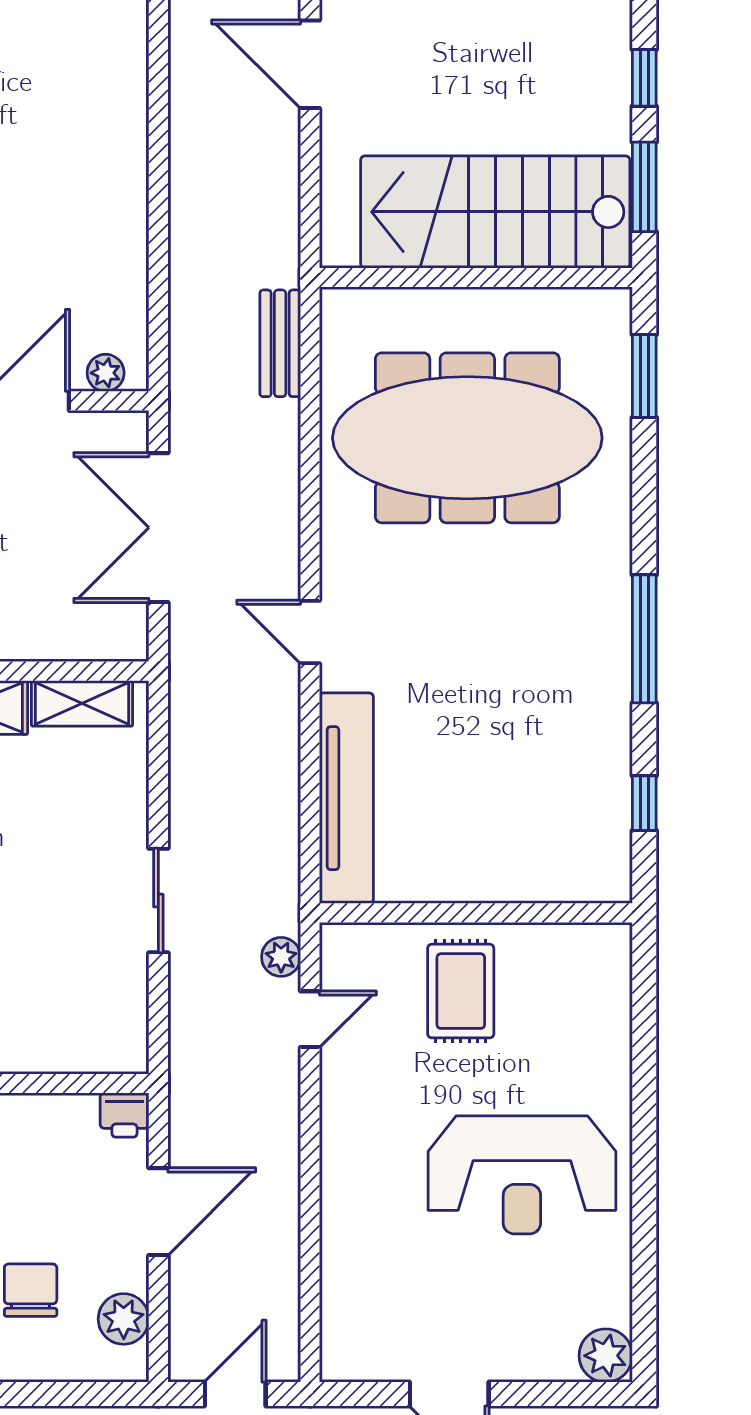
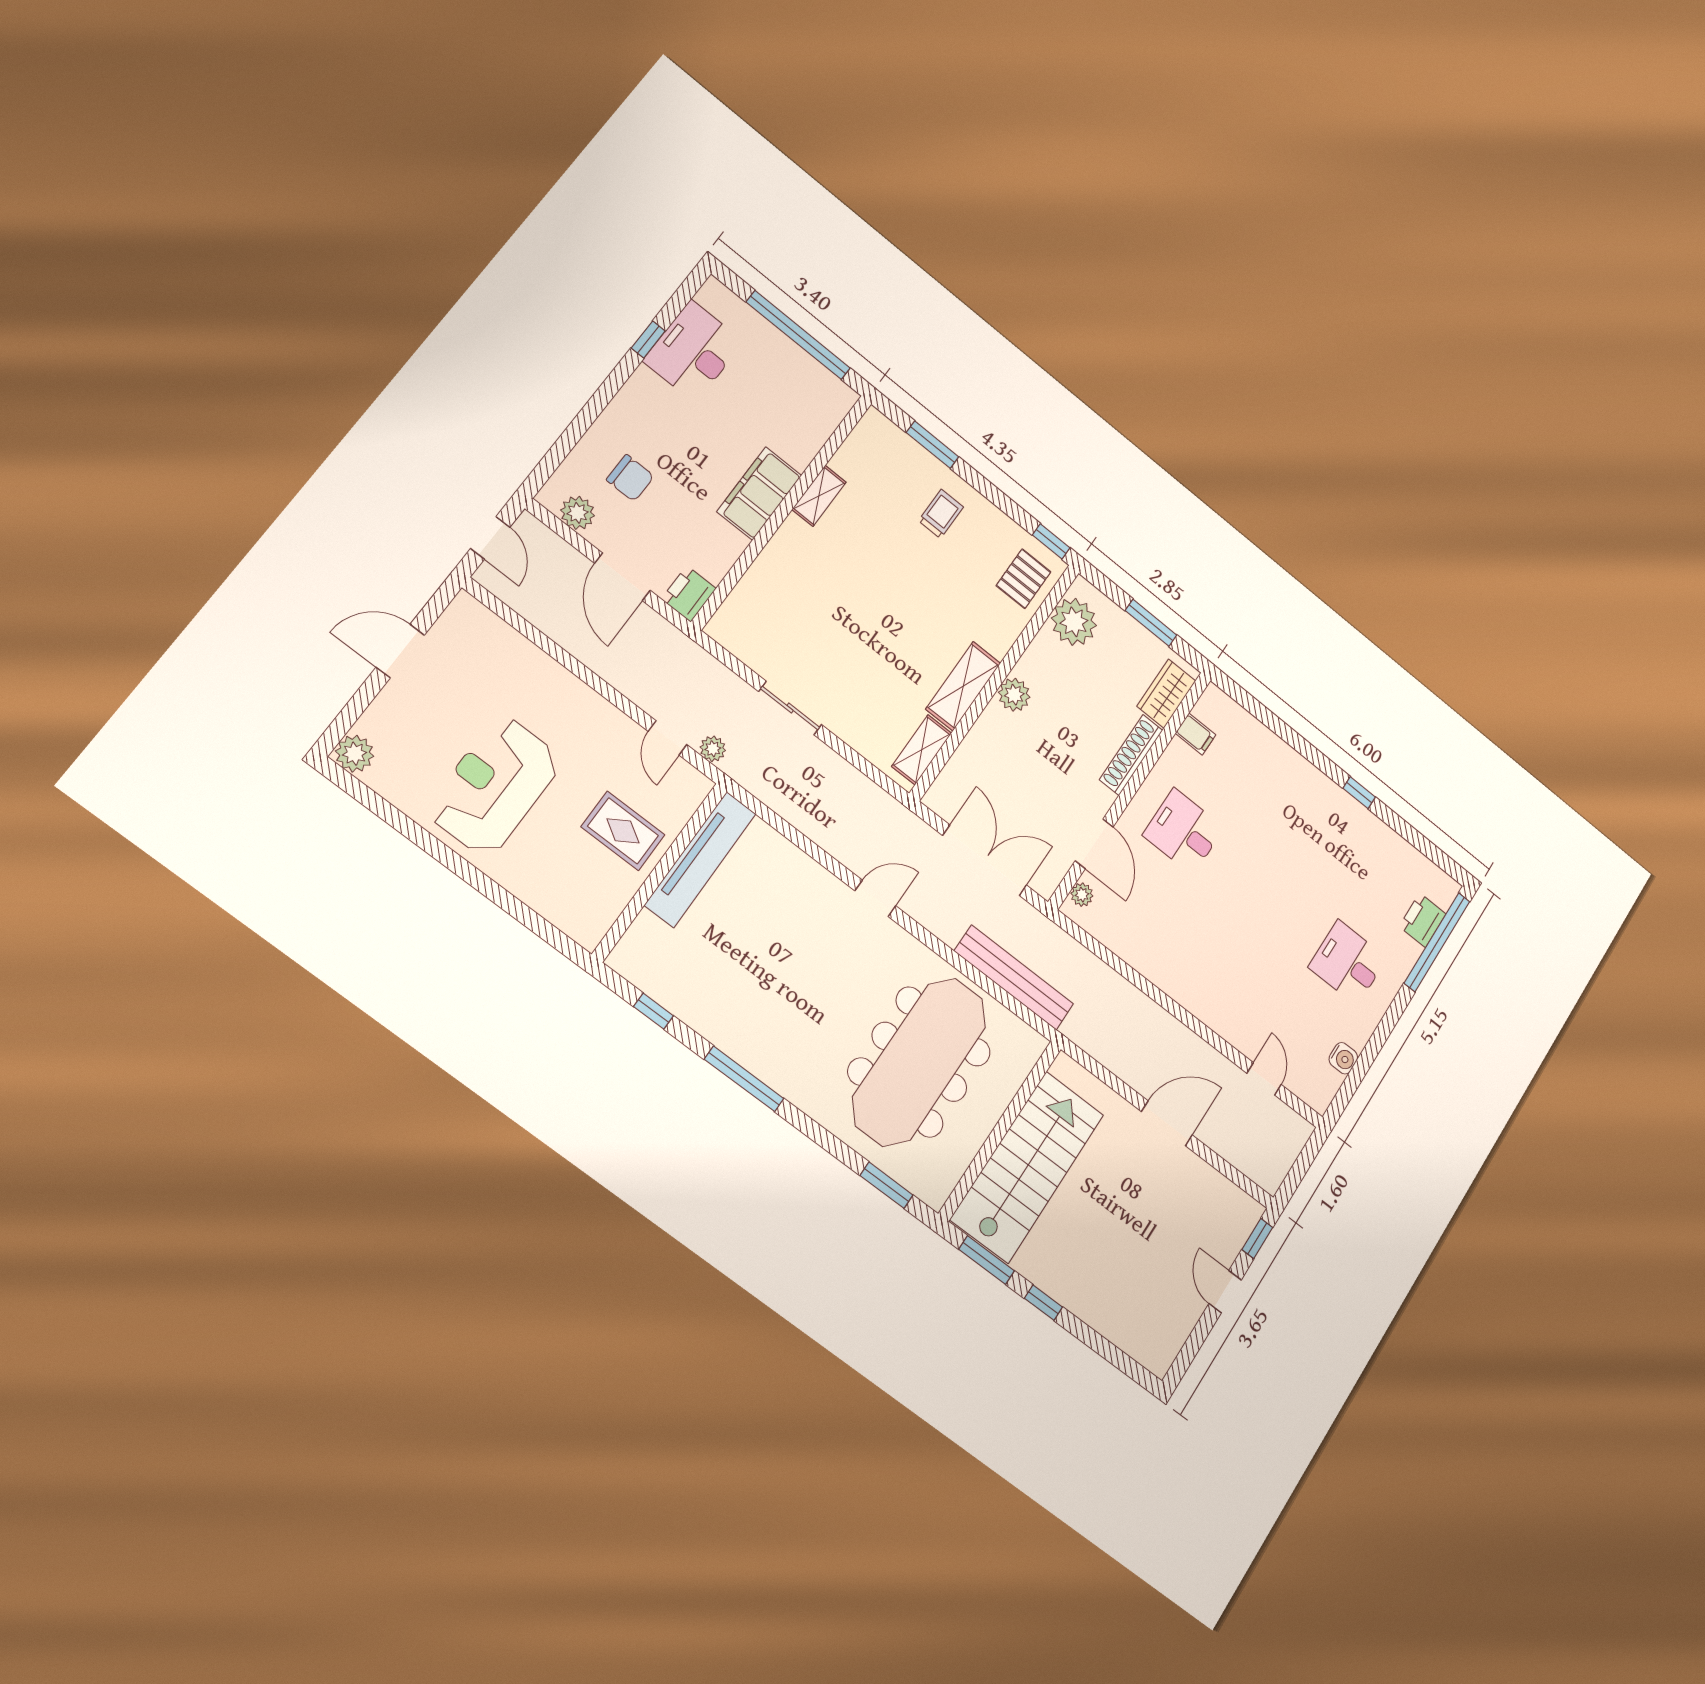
bench: (280, 343) -> (1014, 978), width x1.86, depth x1.21
tv unit: (346, 798) -> (700, 859), moved, turned -90
printer: (124, 1115) -> (689, 594), width x1.36, depth x1.24

